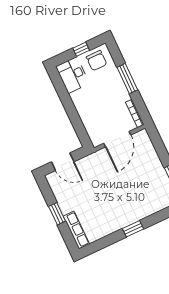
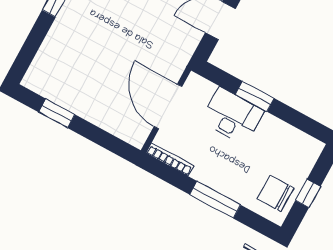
desk: (73, 75) -> (232, 116), moved
window: (73, 114) -> (255, 96), added

